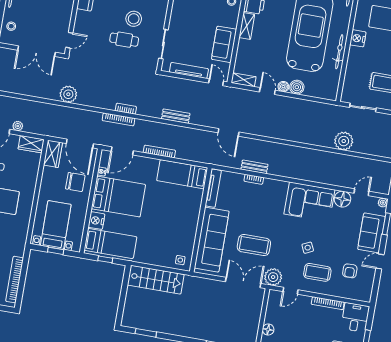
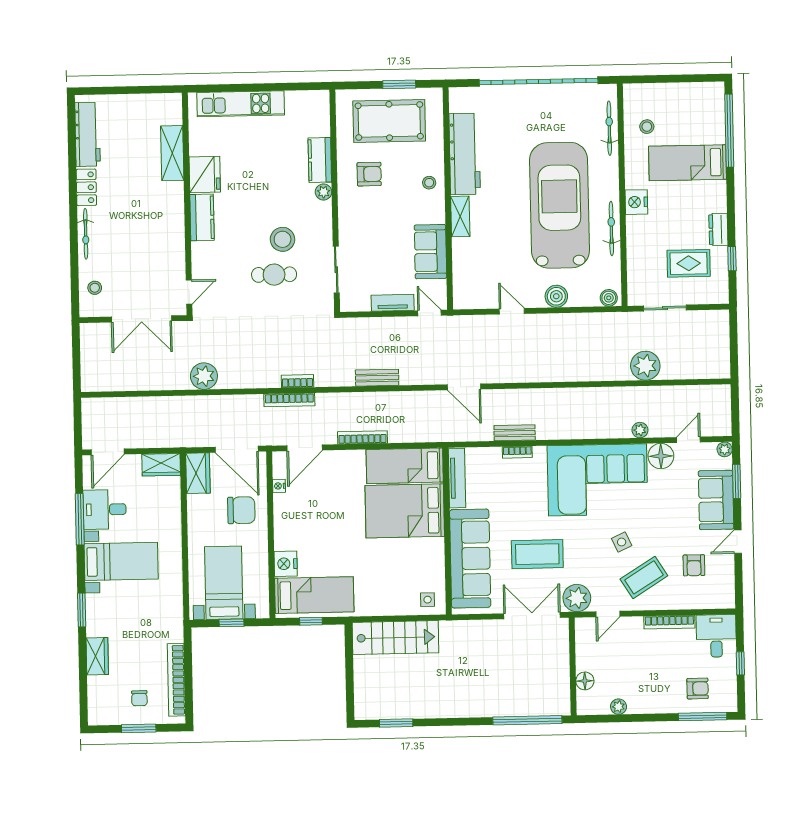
tv unit: (189, 70) -> (393, 303), width x0.71
shelving: (244, 80) -> (471, 301), removed
boiler: (283, 87) -> (609, 298), moved
plant: (18, 126) -> (640, 430), moved
bed: (118, 197) -> (405, 511), moved, turned 180
corner sofa: (309, 202) -> (597, 480), width x1.36, depth x1.36
coffee table: (317, 272) -> (644, 577), turned -32

